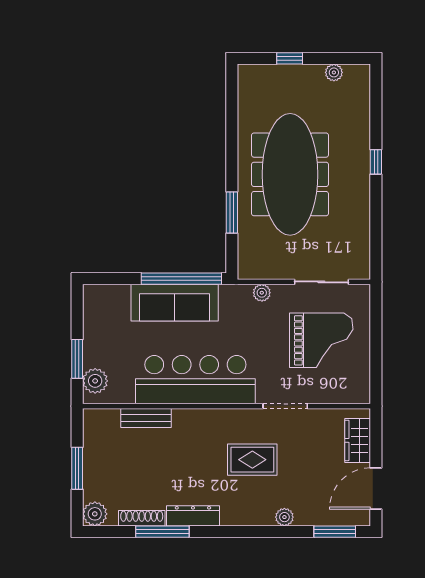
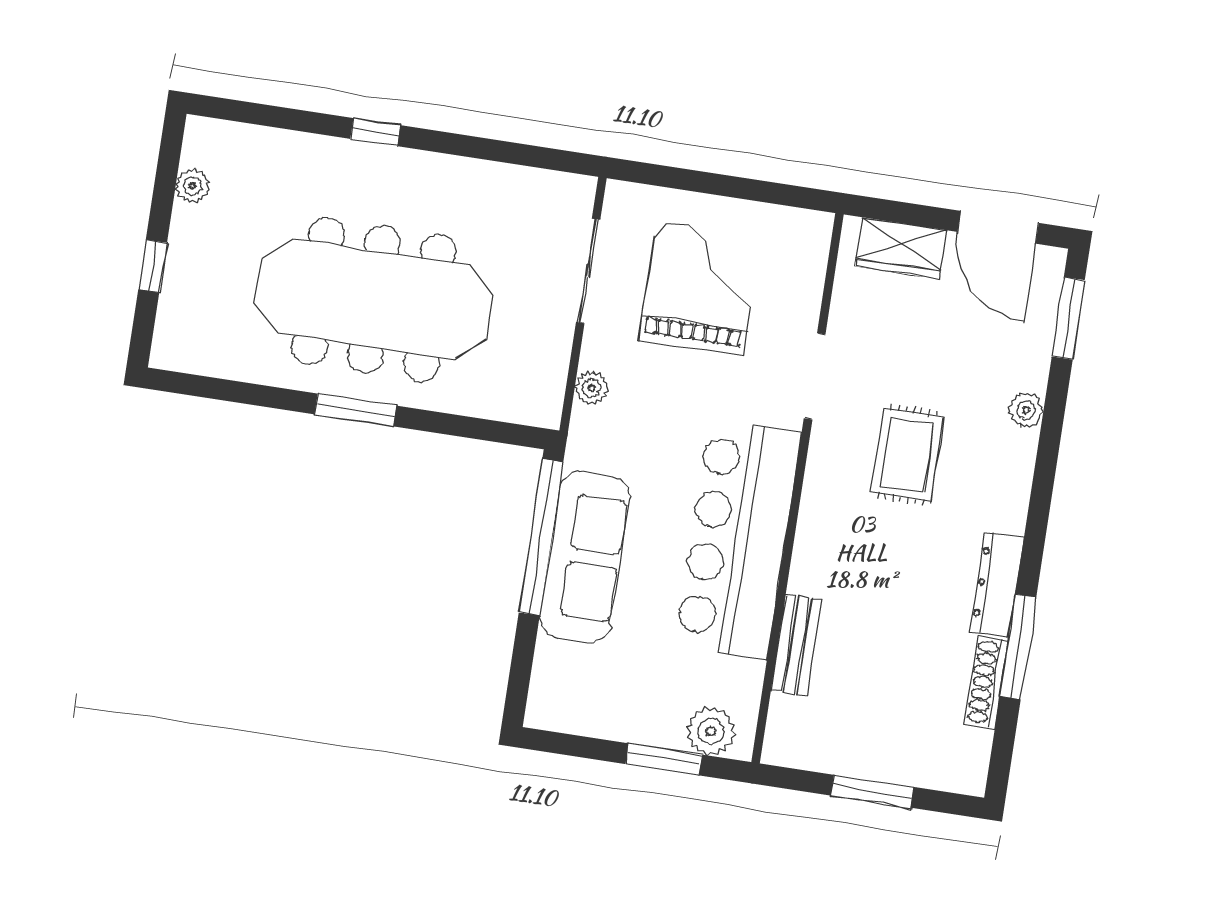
window: (232, 212) -> (356, 410), moved
plant: (95, 514) -> (964, 771), removed

